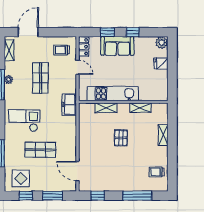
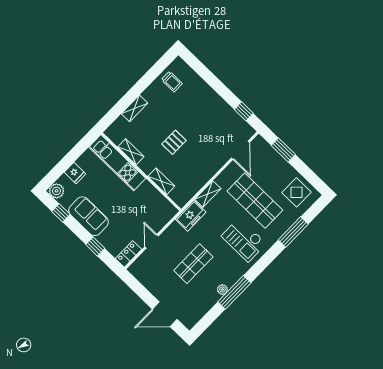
window: (133, 32) -> (61, 213), moved
sofa: (117, 46) -> (89, 216), moved
shelving: (9, 50) -> (208, 194), moved
trolley: (62, 50) -> (151, 270), removed
kitchen unit: (113, 94) -> (117, 163), moved
shop shelf: (40, 150) -> (255, 201), width x1.43, depth x1.36
window: (26, 196) -> (307, 173), removed
window: (137, 196) -> (209, 77), removed

